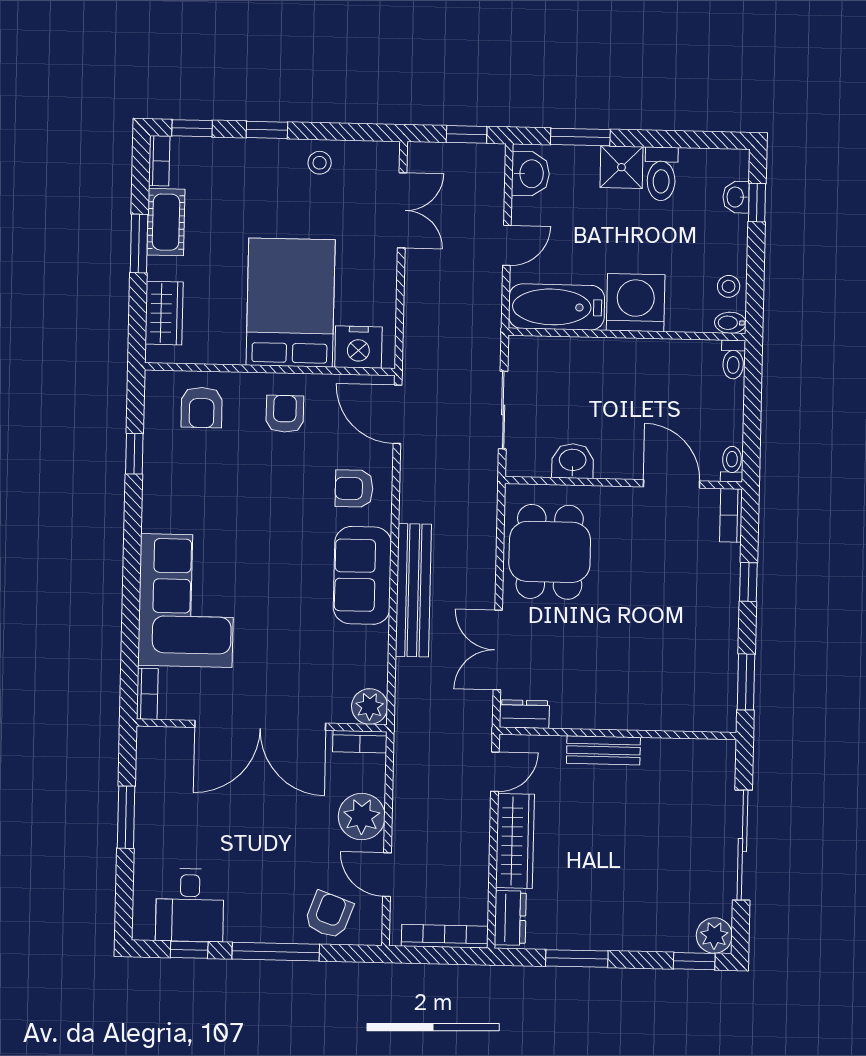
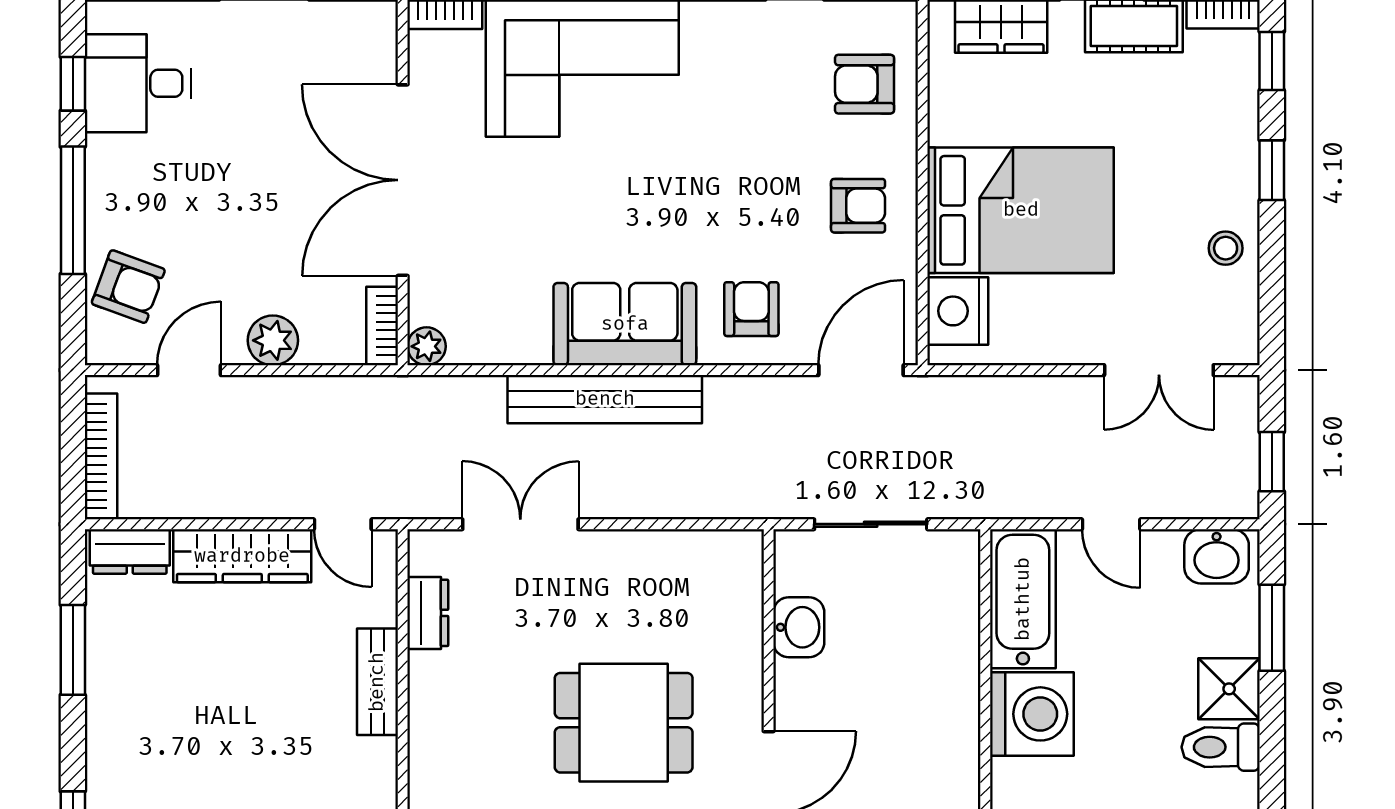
dining table: (550, 552) -> (624, 723), moved
plant: (370, 707) -> (427, 346), width x0.73, depth x0.73
dresser: (524, 714) -> (428, 613), moved
plant: (362, 817) -> (273, 340), width x0.73, depth x0.73

